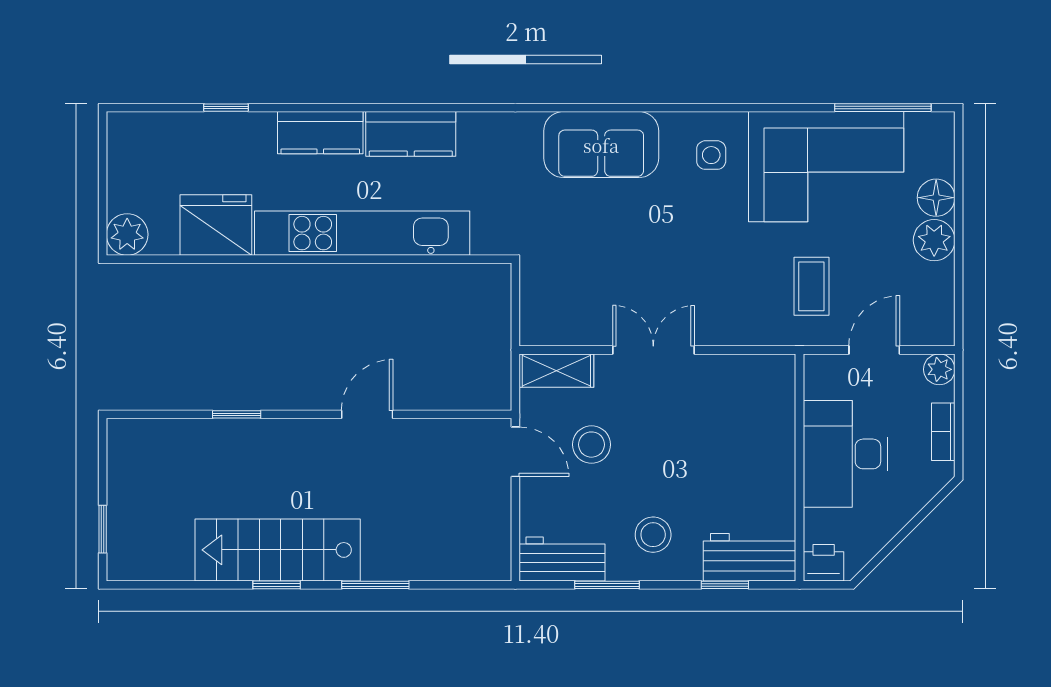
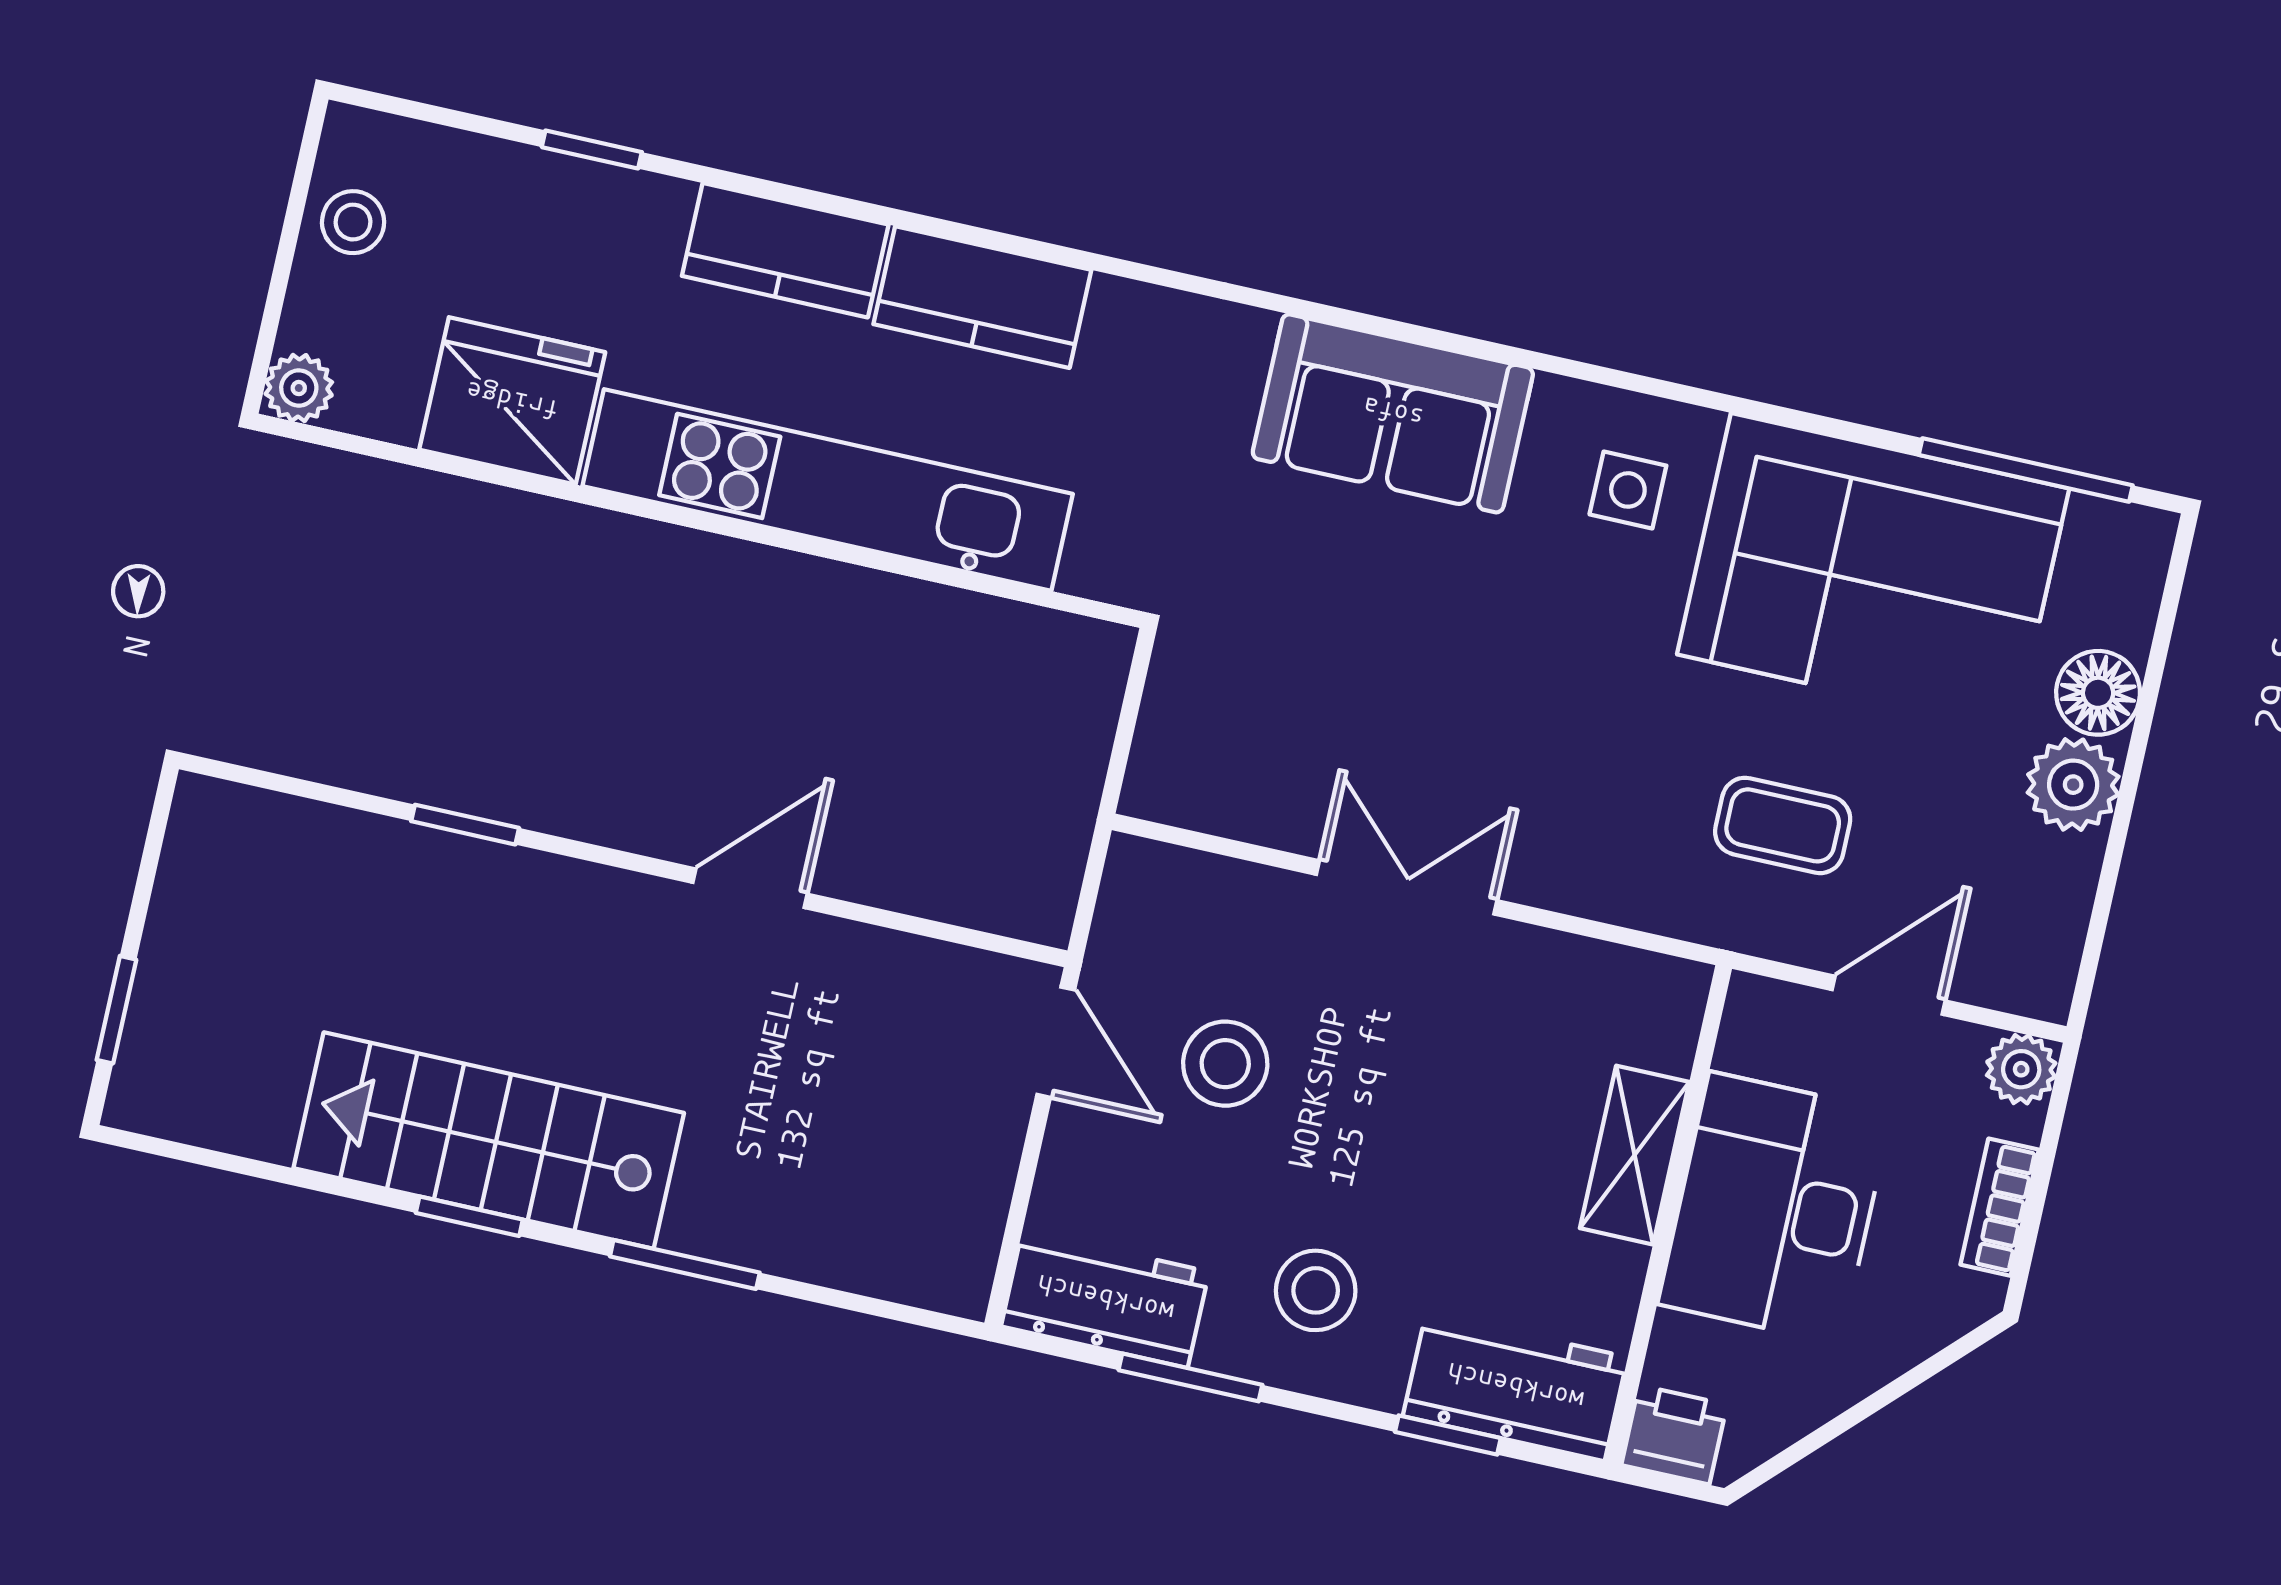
stool: (129, 162) -> (353, 222), added
plant: (127, 234) -> (299, 388), width x0.73, depth x0.73
coffee table: (811, 286) -> (1783, 825), turned 90
shelving: (556, 371) -> (1635, 1155), moved, turned 90

